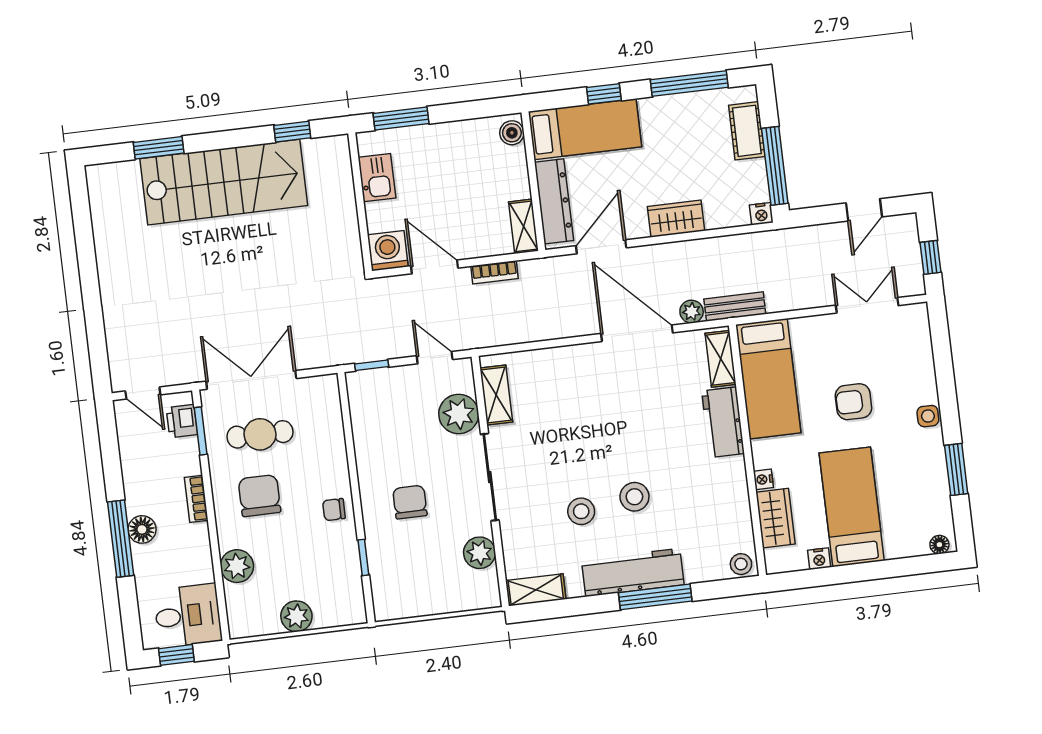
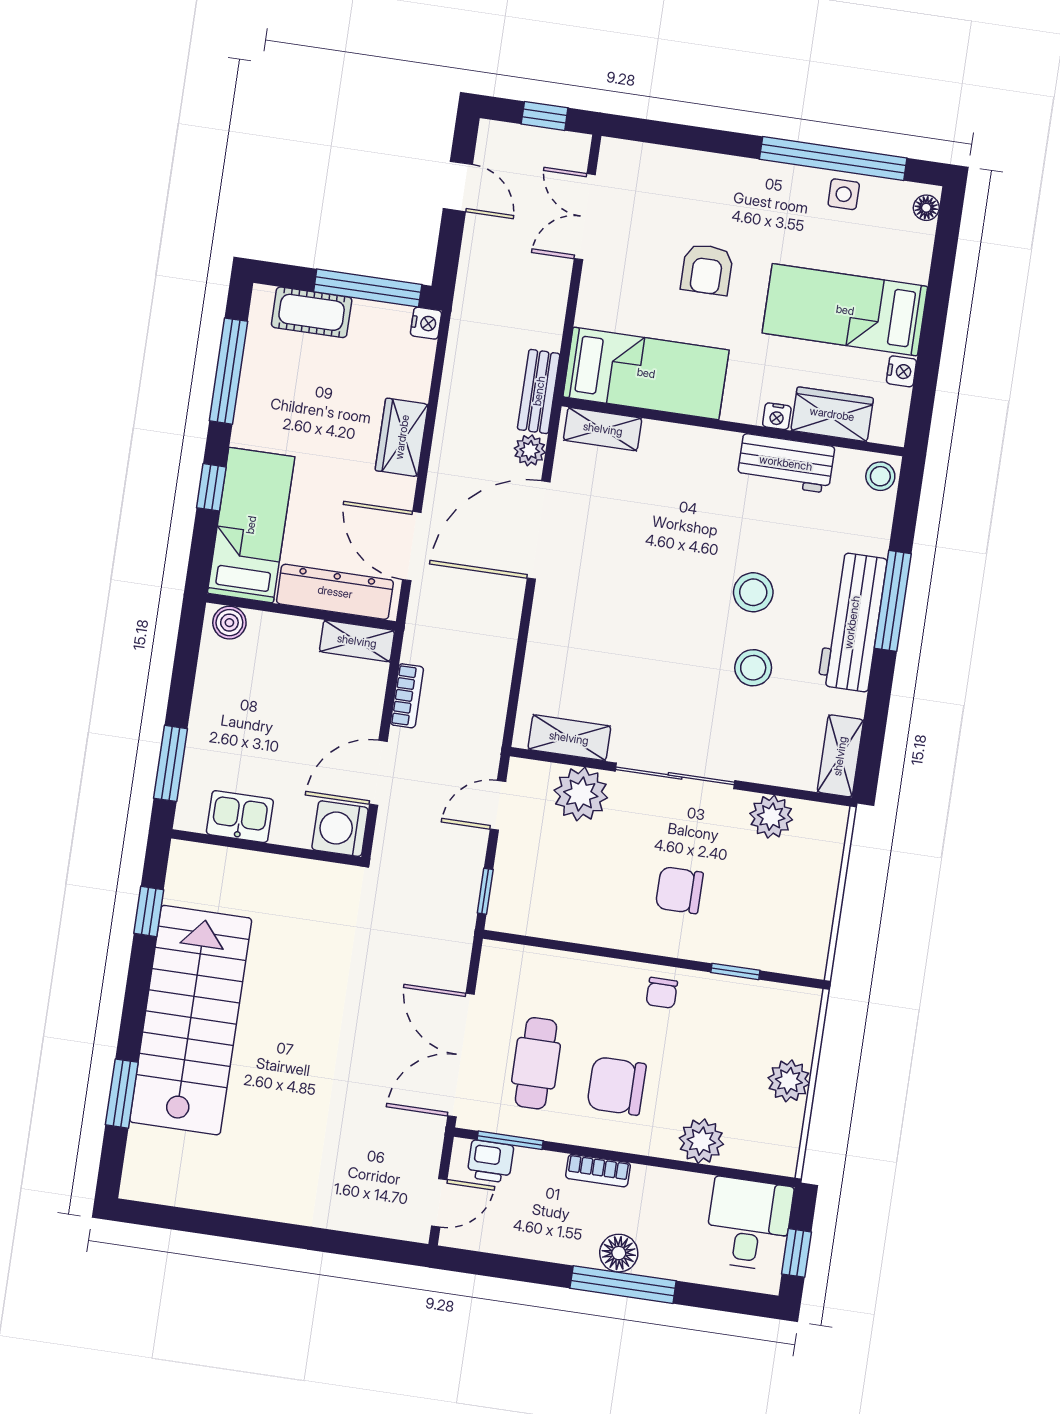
side table: (928, 416) -> (844, 194), moved
workbench: (723, 422) -> (786, 463), moved
window: (956, 469) -> (833, 159), width x2.11

